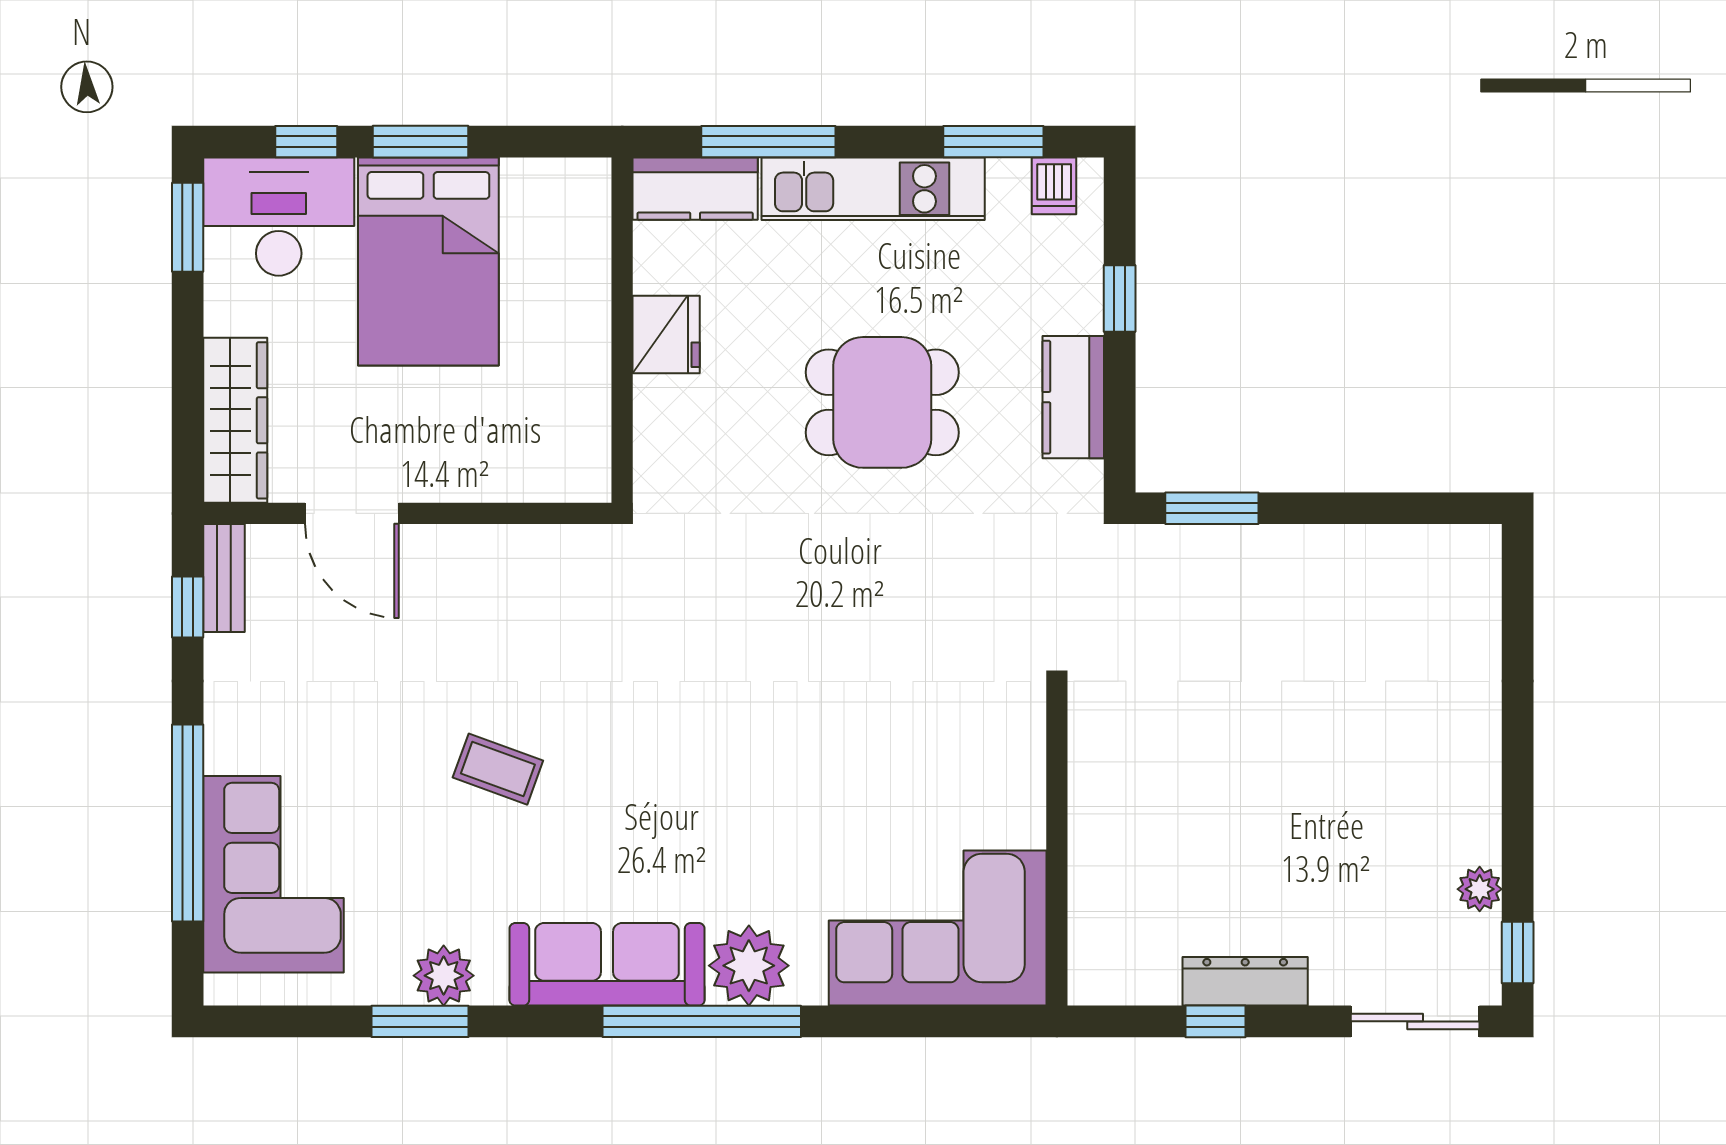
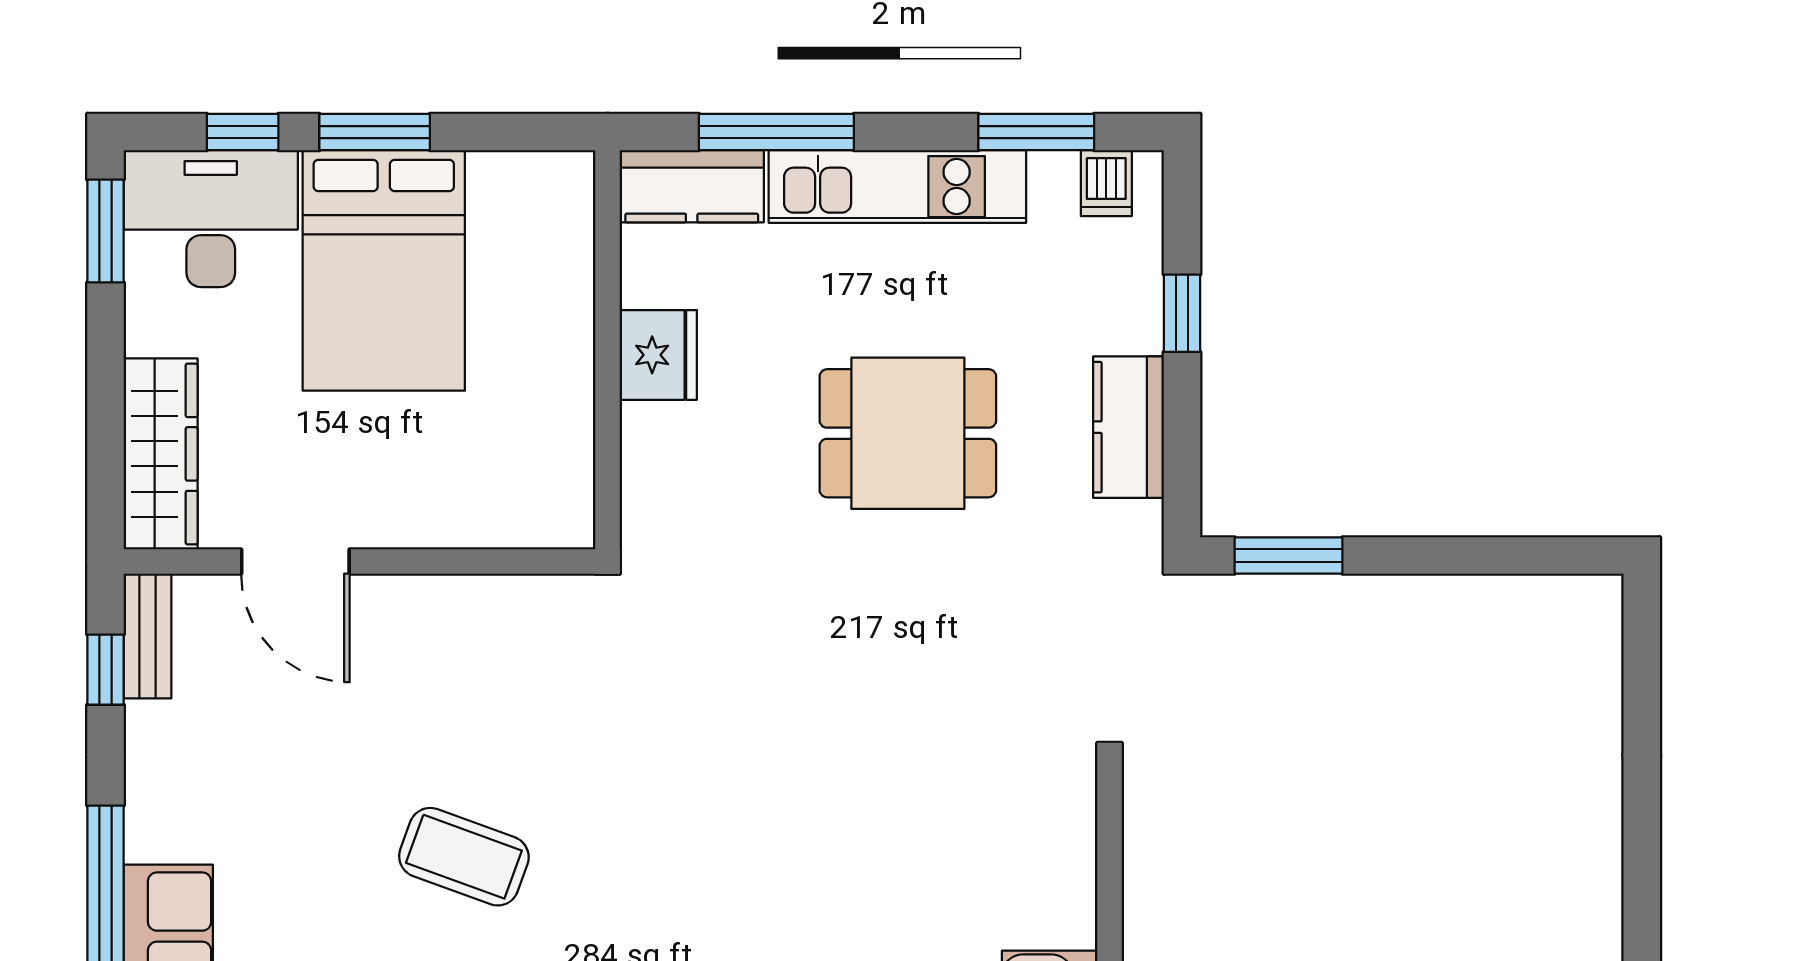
coffee table: (498, 769) -> (464, 857), width x1.36, depth x1.30

